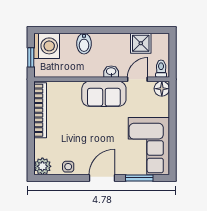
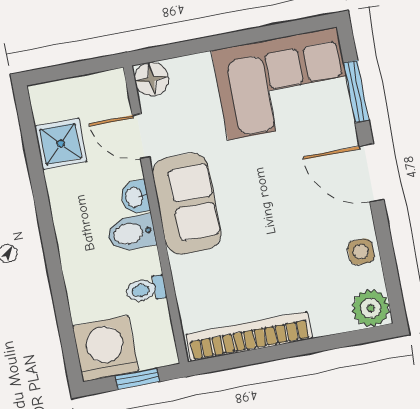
bidet: (84, 44) -> (131, 233), moved, turned 180
toilet: (161, 69) -> (146, 290), moved

